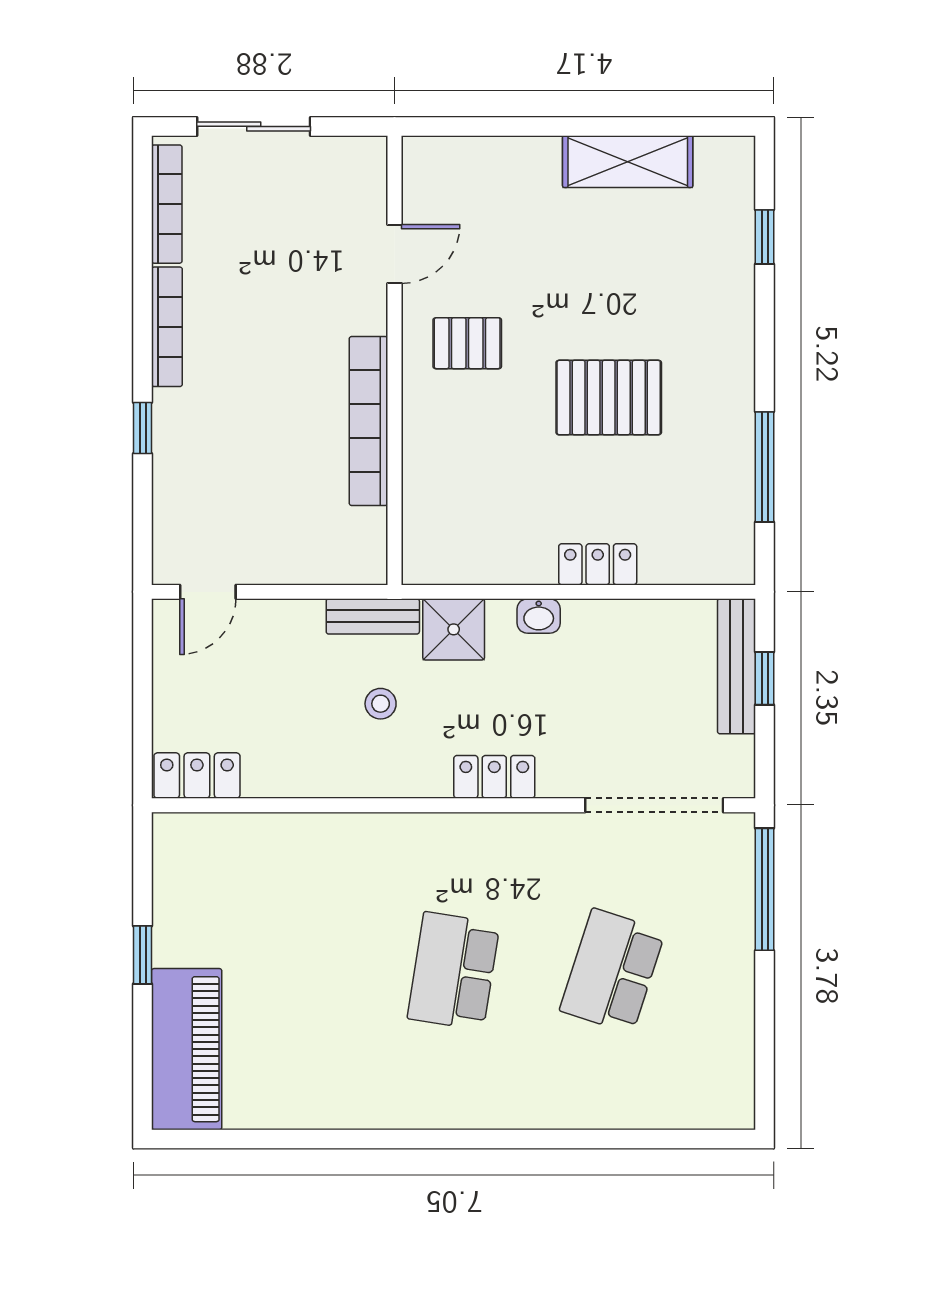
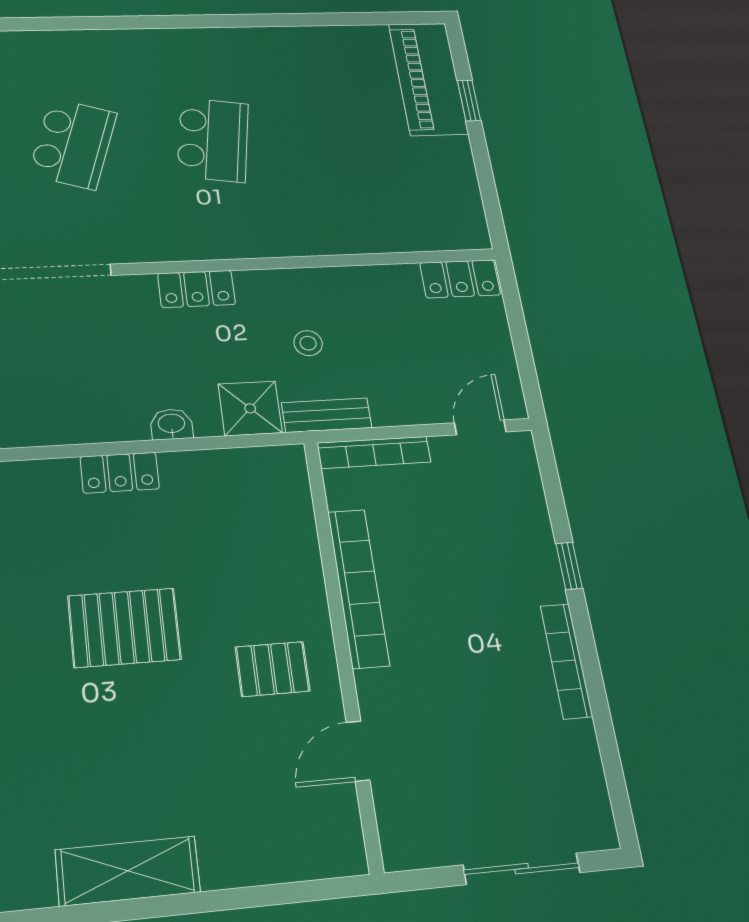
bookcase: (167, 204) -> (374, 452), moved, turned -90
window: (143, 955) -> (469, 101), moved

